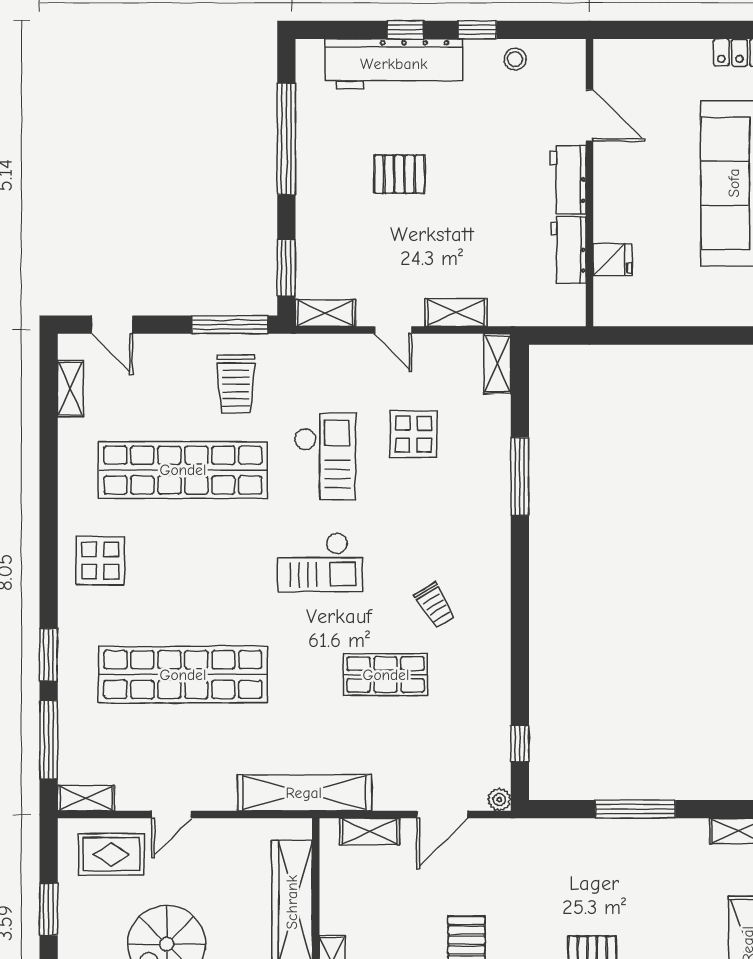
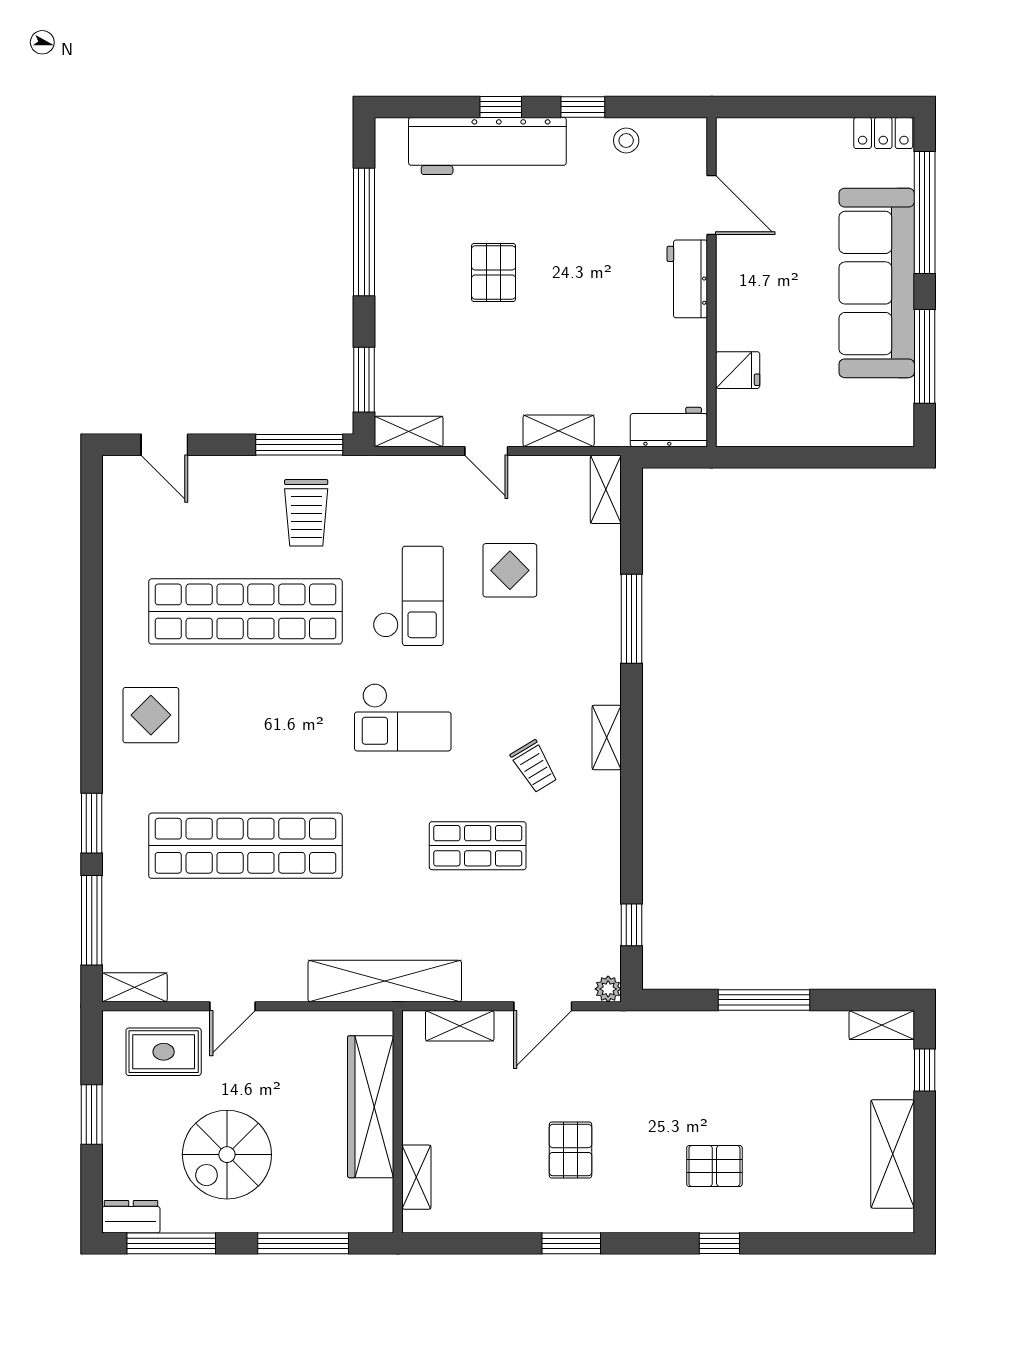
pallet: (399, 174) -> (494, 272), turned 90
workbench: (569, 250) -> (669, 427), moved, turned 90
shelving: (70, 389) -> (607, 737), moved

